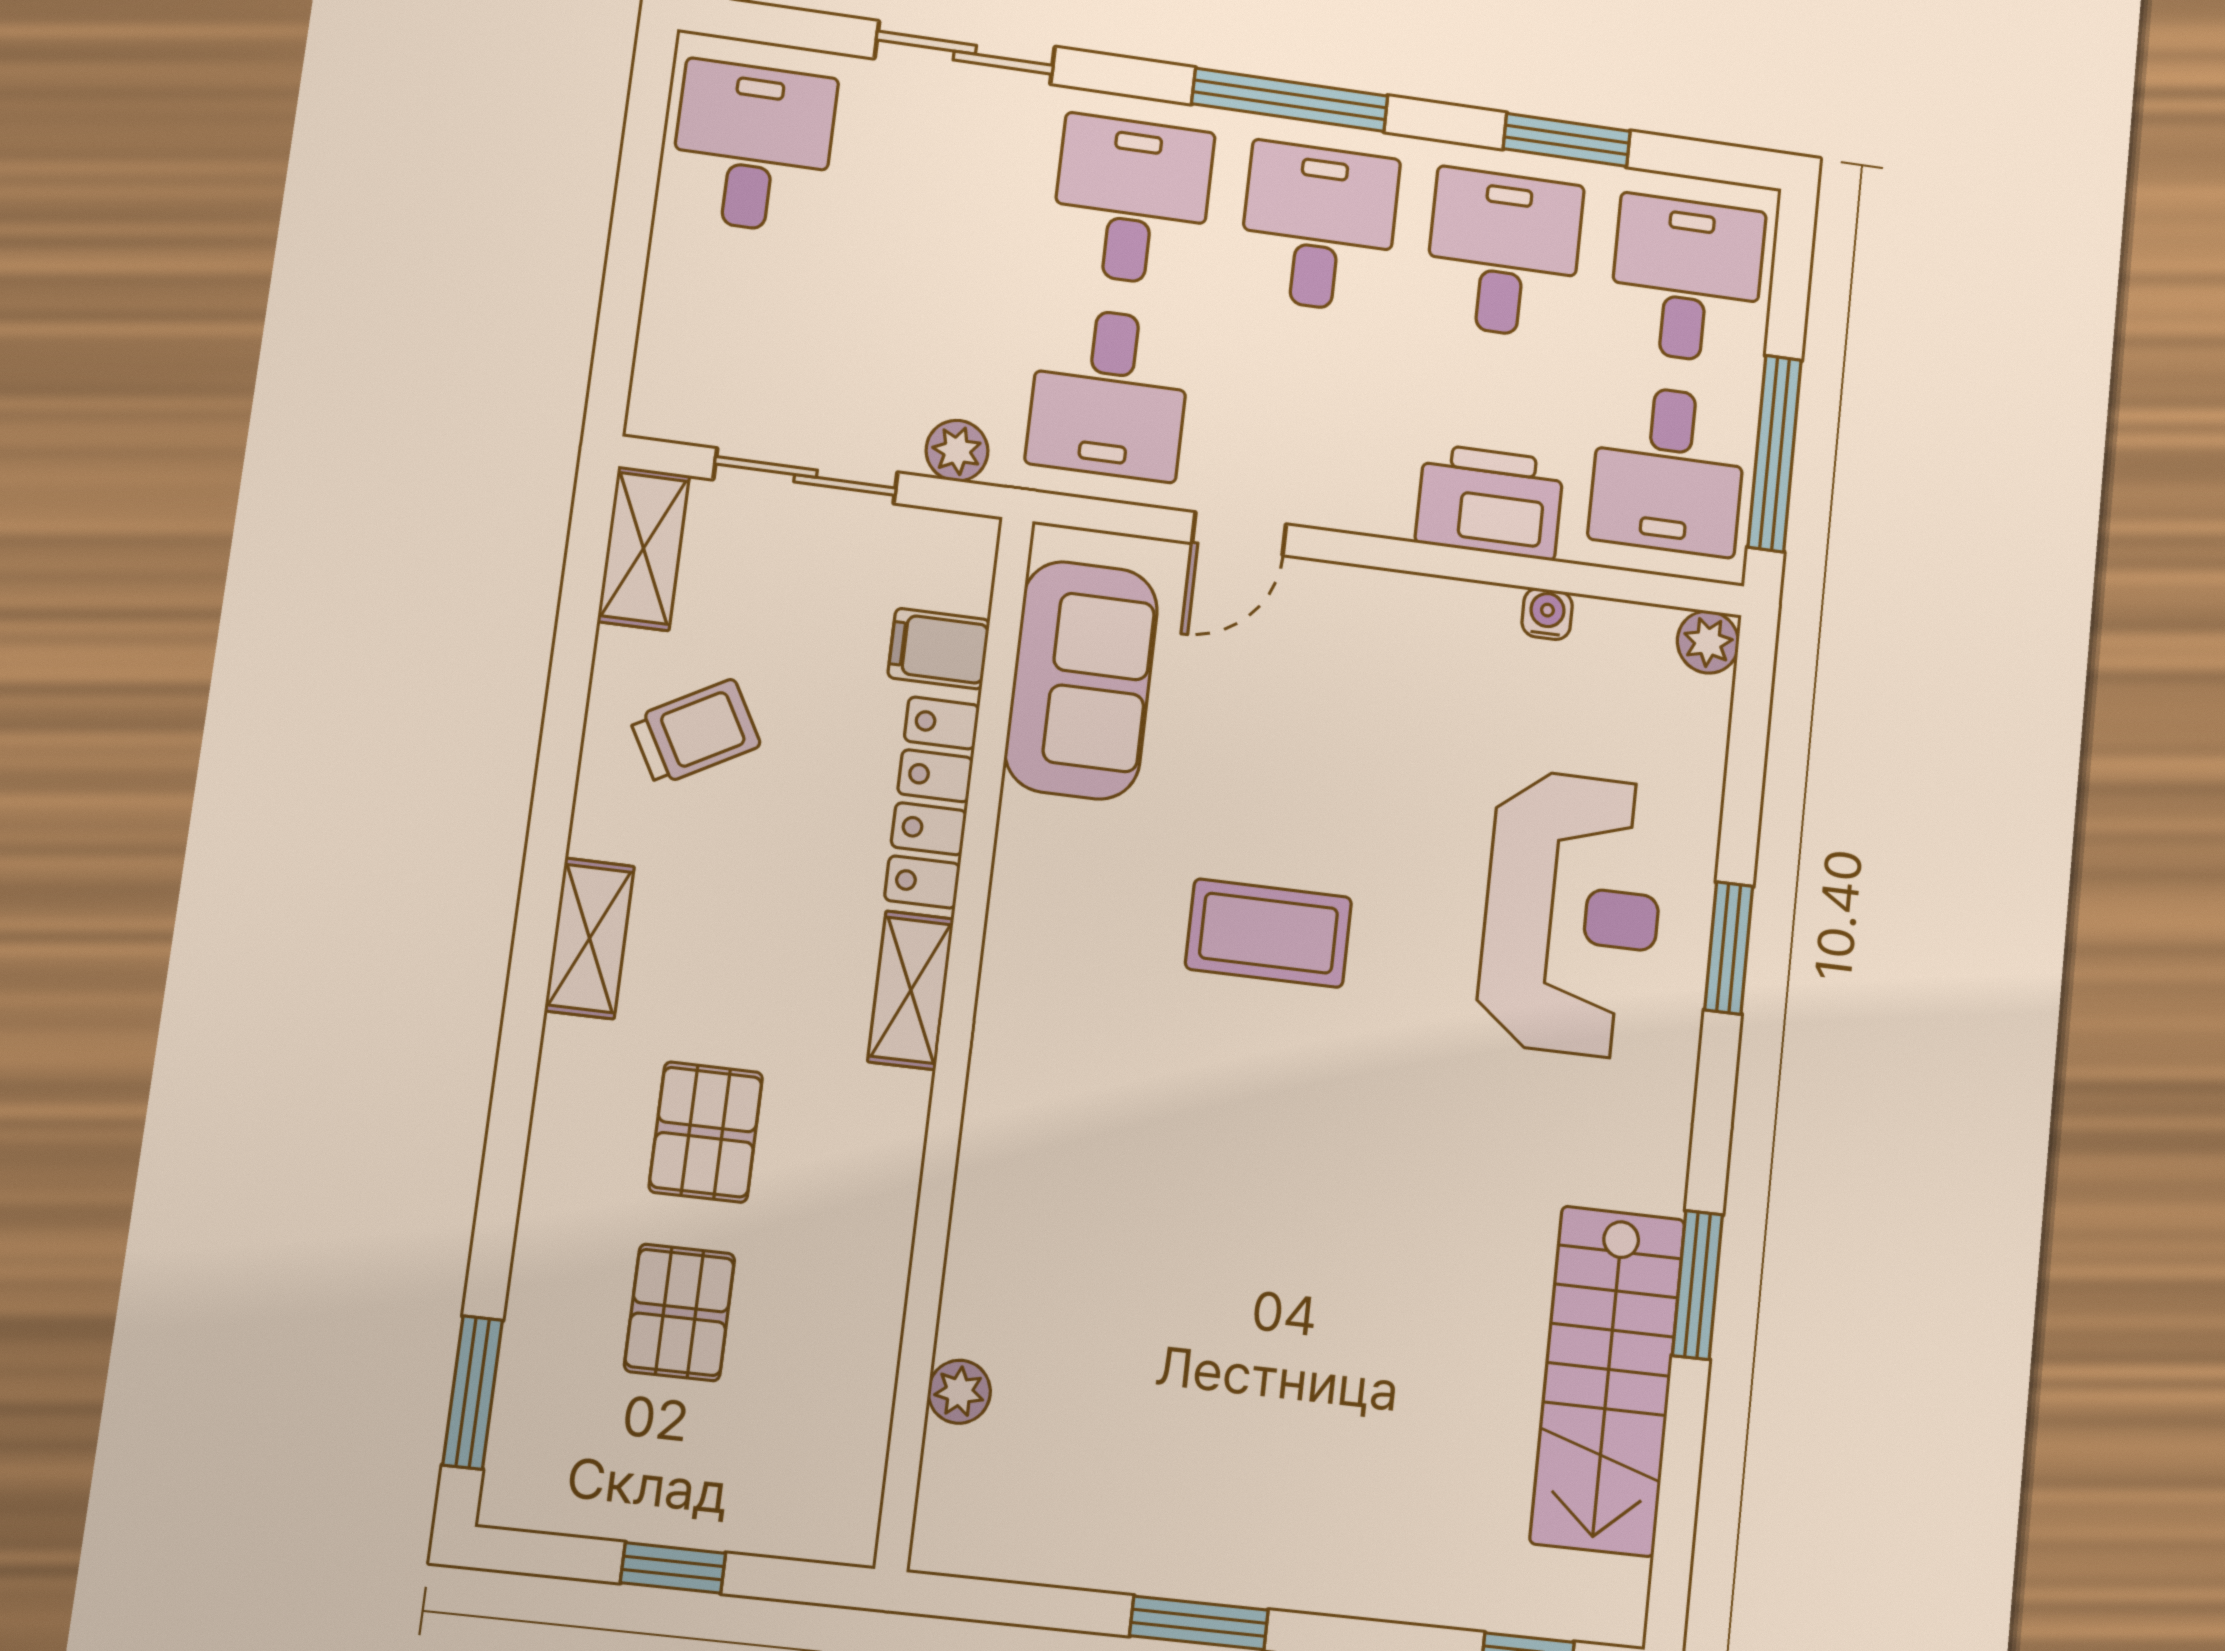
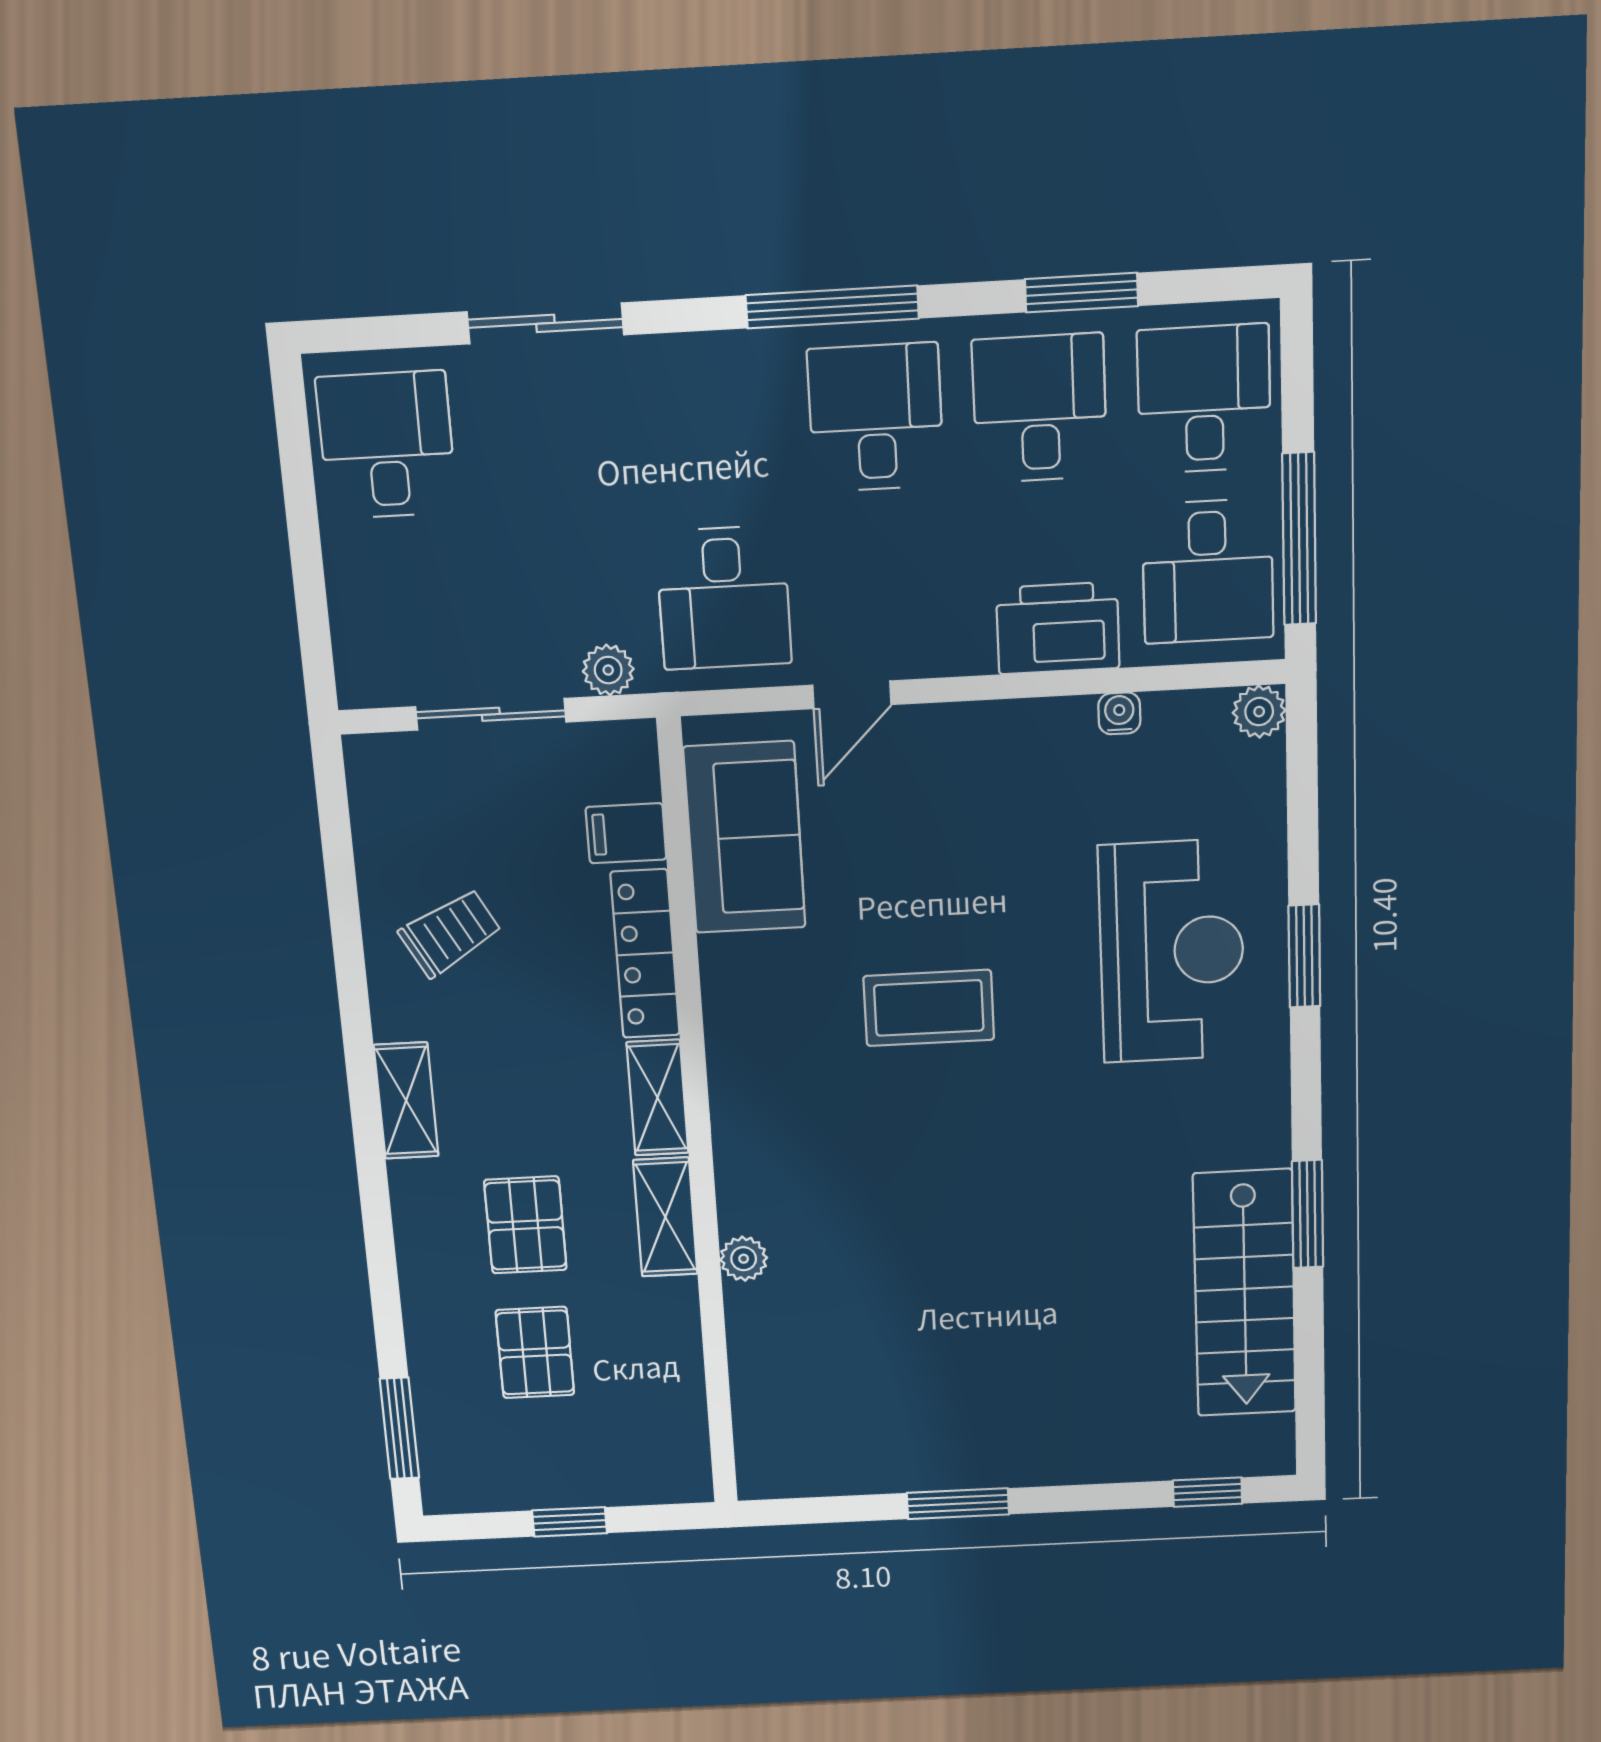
desk: (1132, 201) -> (712, 427), removed
shelving: (643, 548) -> (665, 1217), moved
plant: (959, 1392) -> (744, 1259), moved

